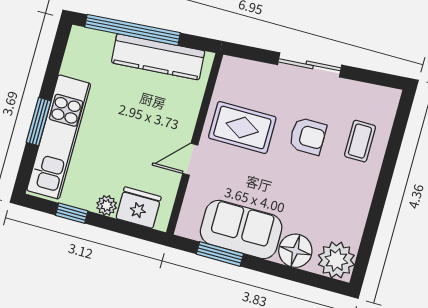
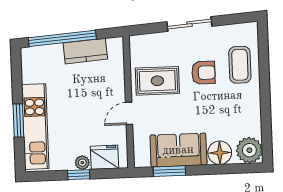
kitchen counter: (158, 57) -> (85, 51), width x0.67
coffee table: (360, 141) -> (240, 65), width x1.36, depth x1.30
window: (72, 213) -> (79, 175), moved

